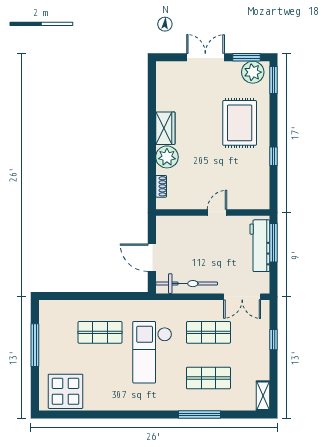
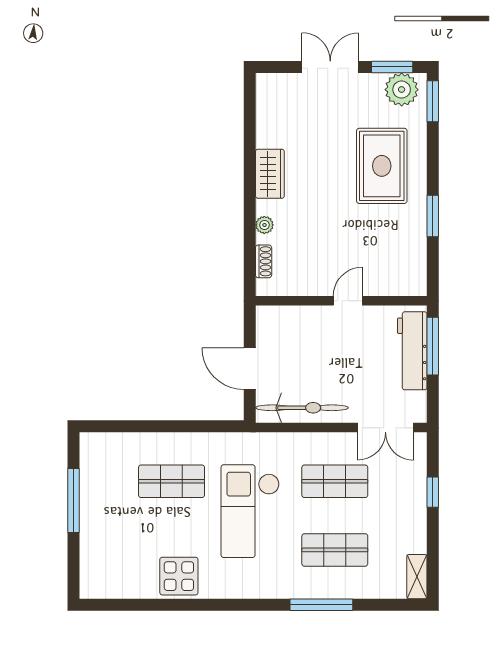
window: (274, 156) -> (433, 216), width x1.50
plant: (167, 157) -> (264, 225), width x0.53, depth x0.53
display table: (65, 391) -> (179, 576), moved, width x0.73, depth x0.73

